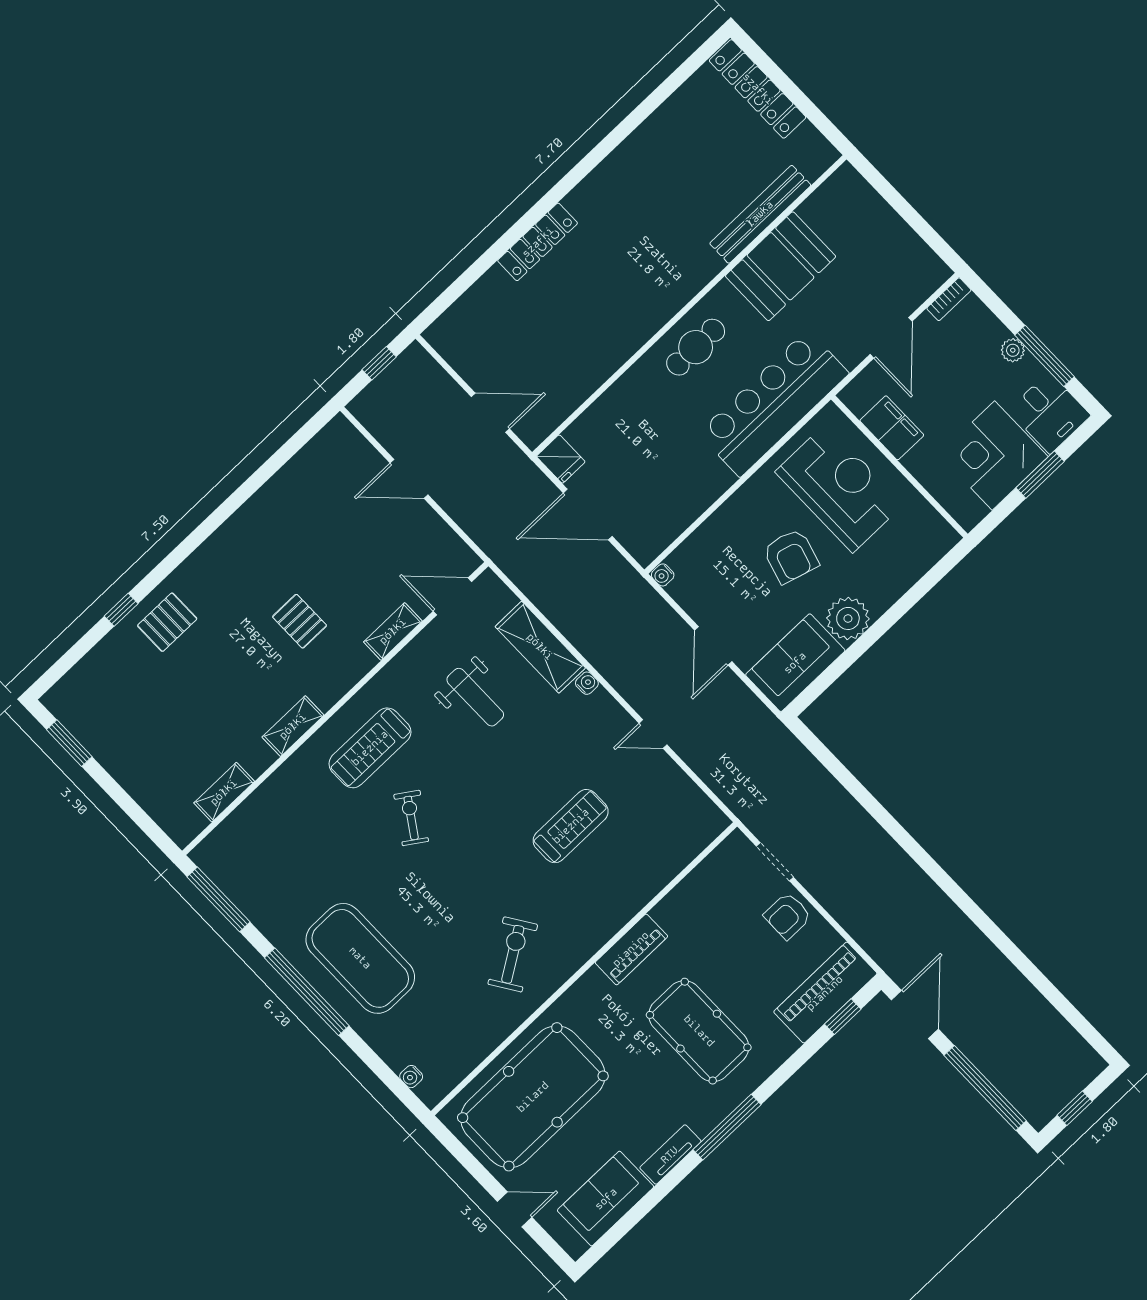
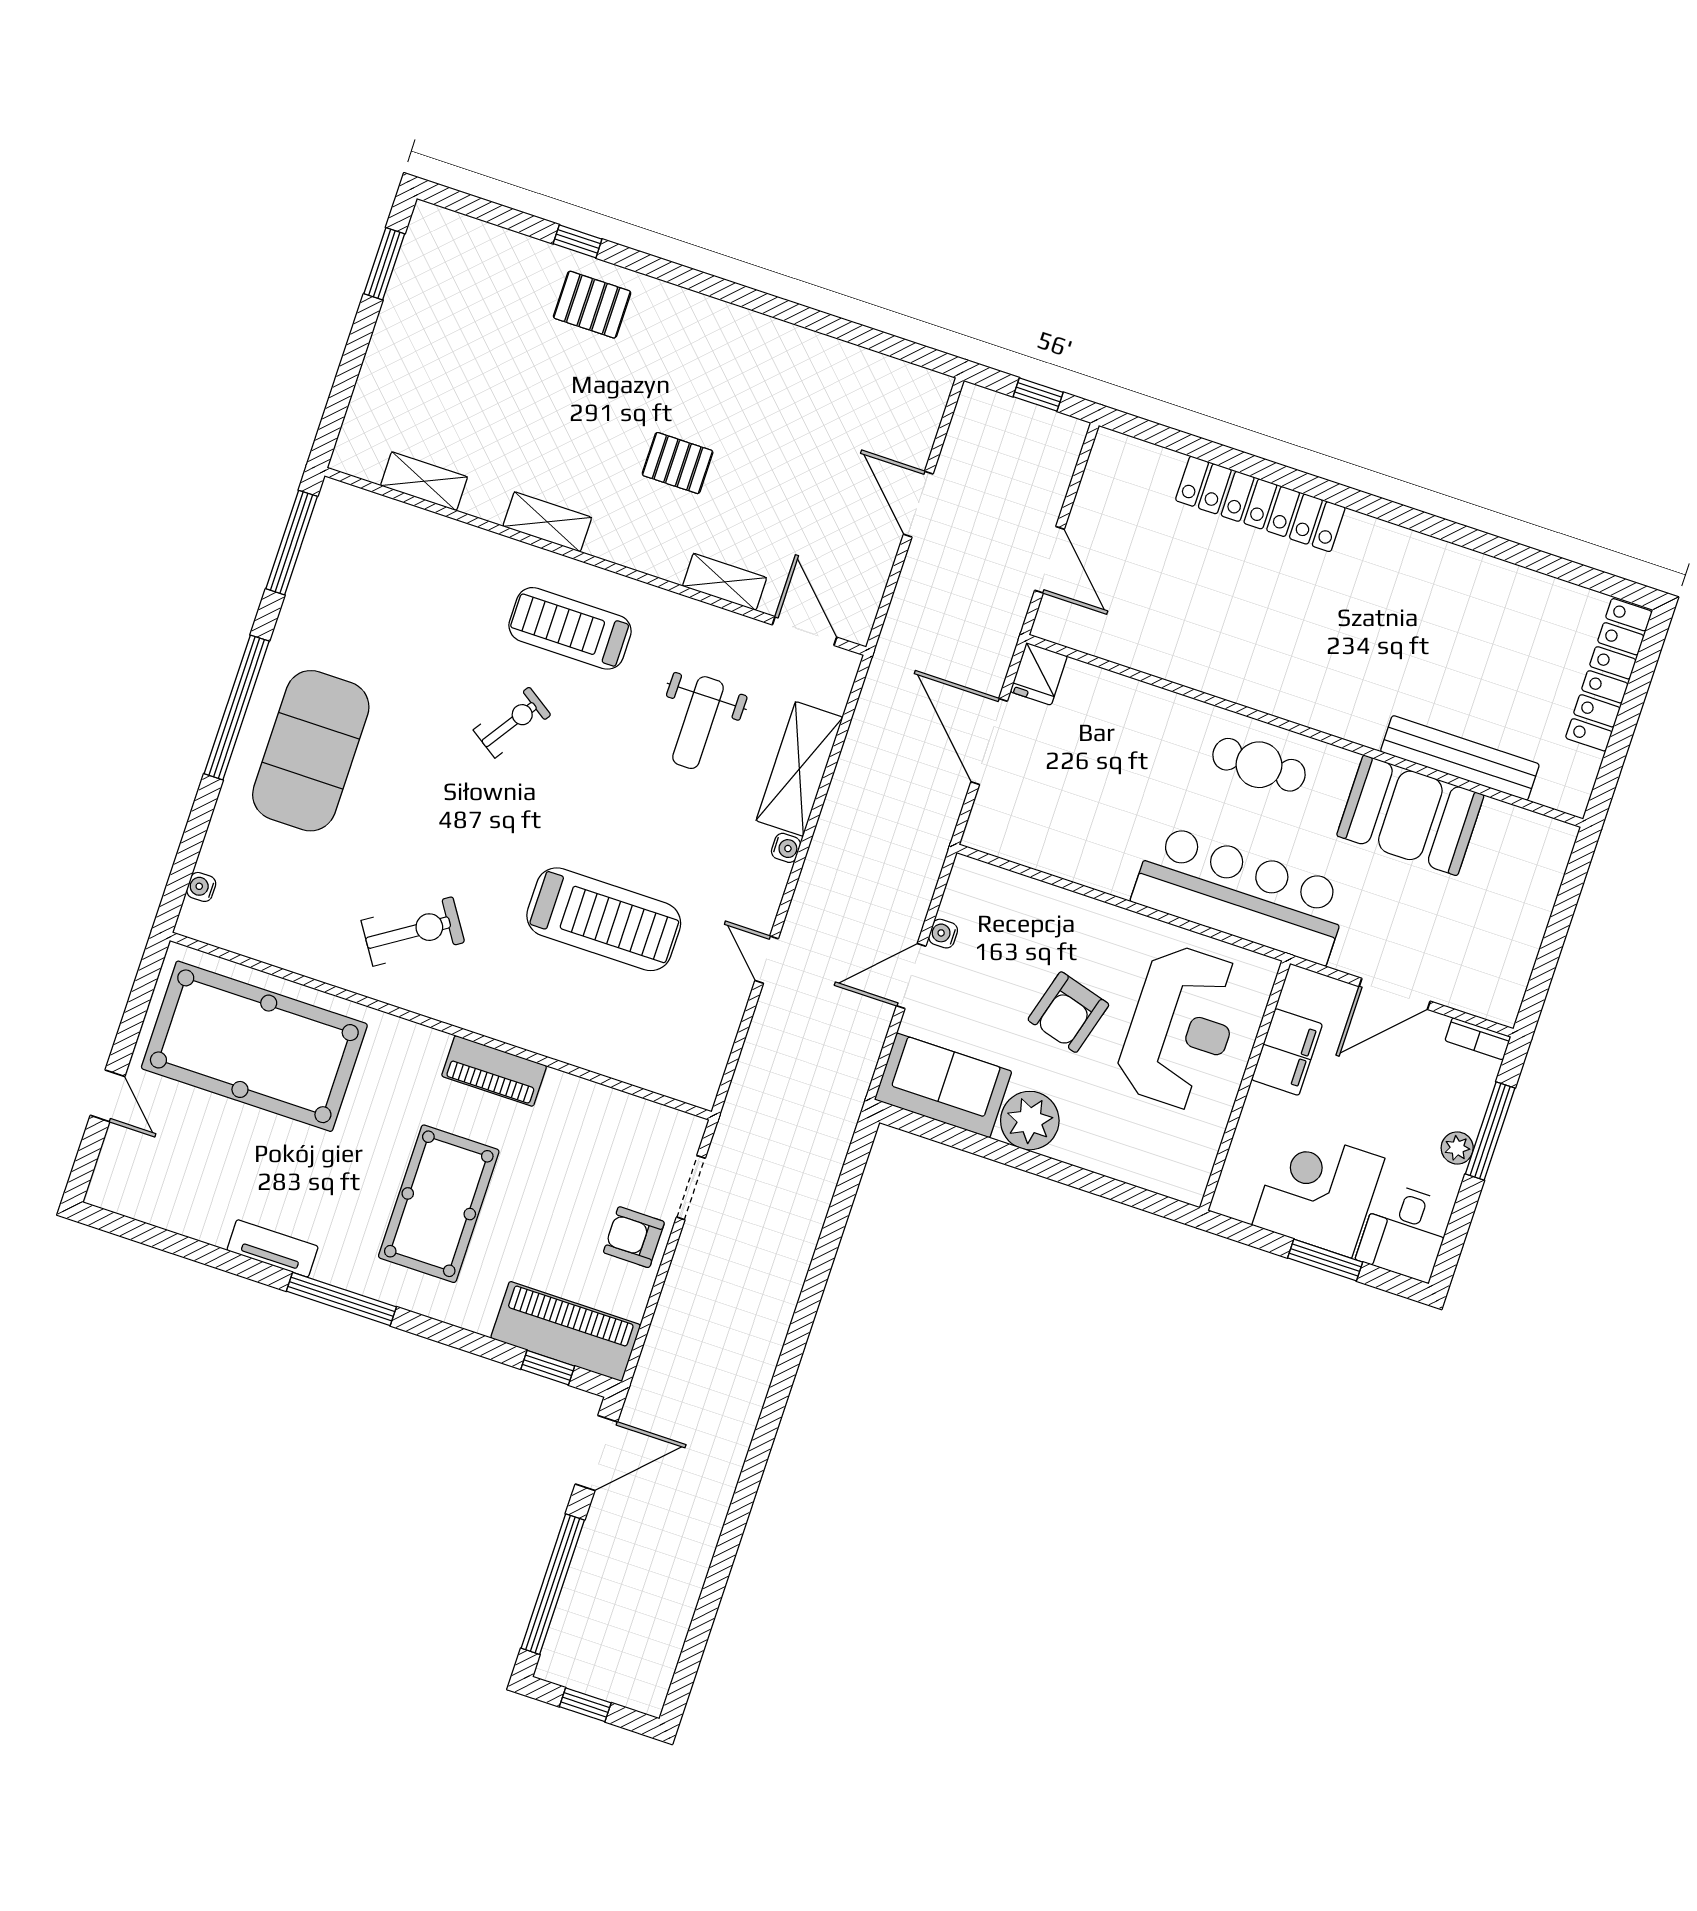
locker: (538, 242) -> (1260, 504), width x1.41, depth x1.21
window: (1045, 356) -> (1490, 1131), moved
water cooler: (663, 575) -> (943, 934), moved
pallet: (300, 621) -> (678, 463), turned 90
treadmill: (571, 826) -> (604, 919), width x1.37, depth x1.38
sofa: (606, 1199) -> (178, 1198), removed

